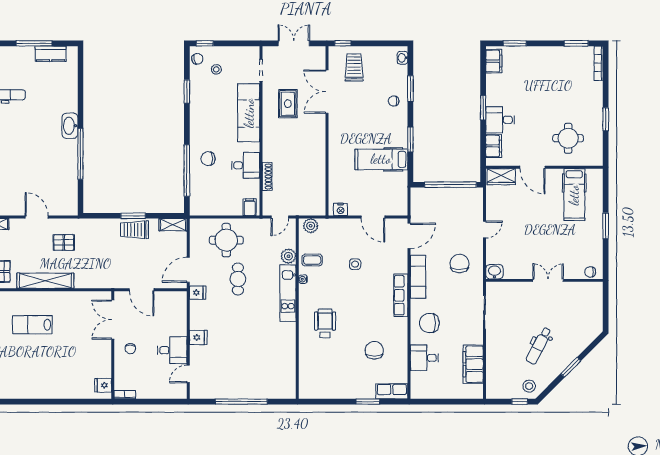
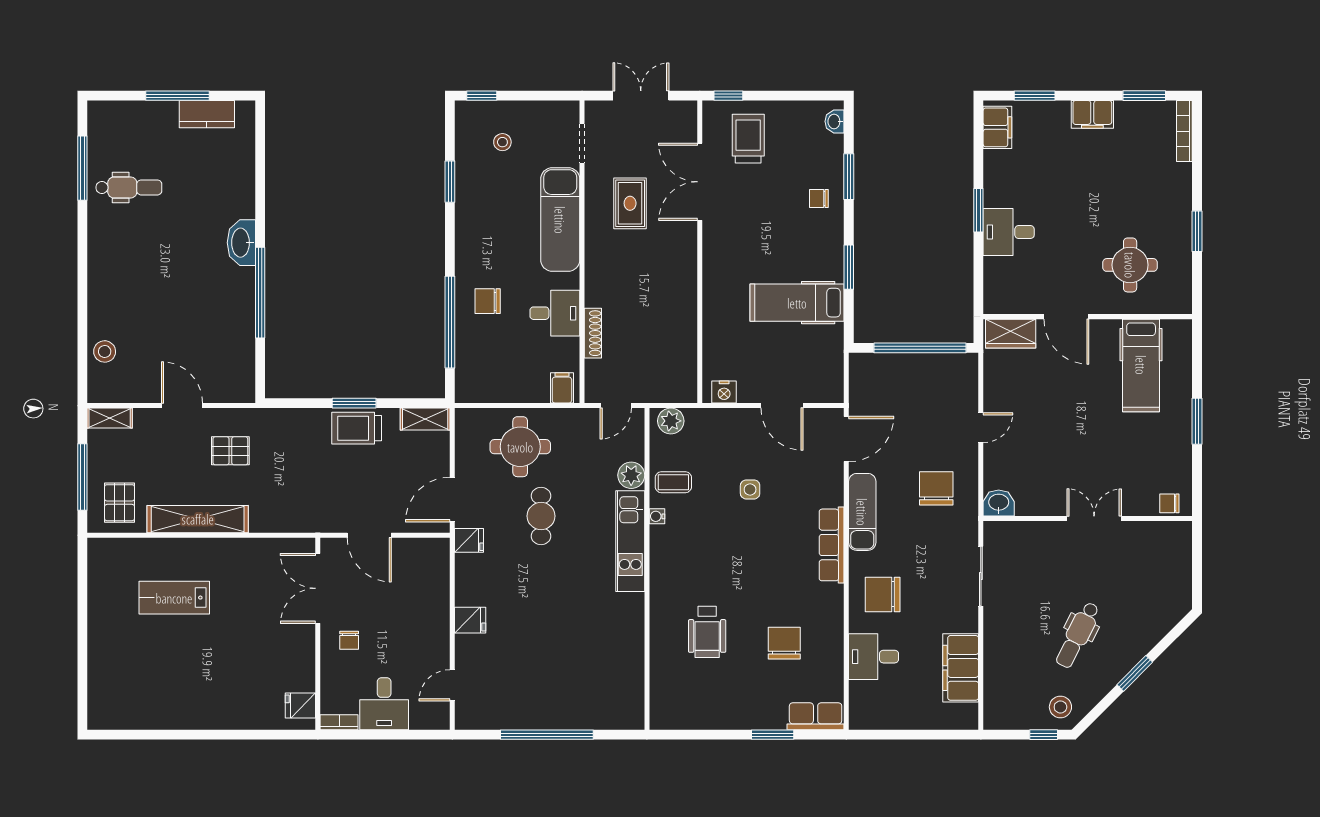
chair: (197, 59) -> (469, 123), removed
filing cabinet: (494, 146) -> (1092, 114), moved, turned 90
wheelchair: (325, 323) -> (707, 632), moved, turned 180
desk: (172, 350) -> (384, 704), moved, turned 90

